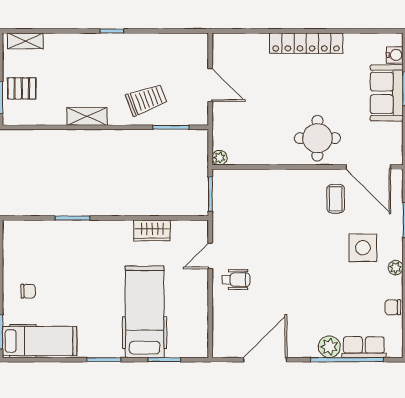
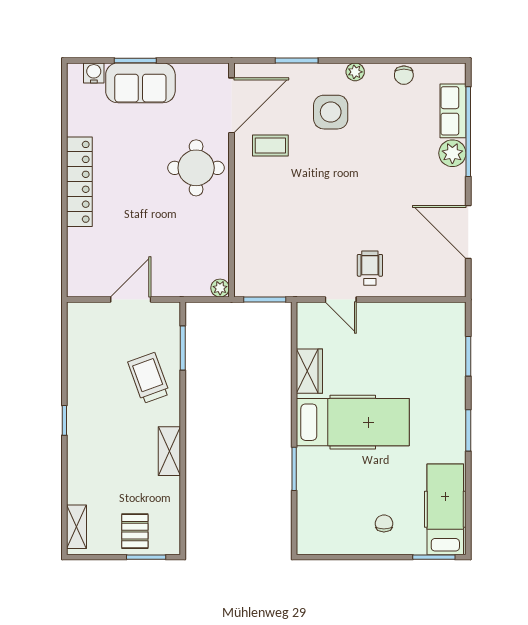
hospital bed: (145, 312) -> (353, 422), moved, turned 180

